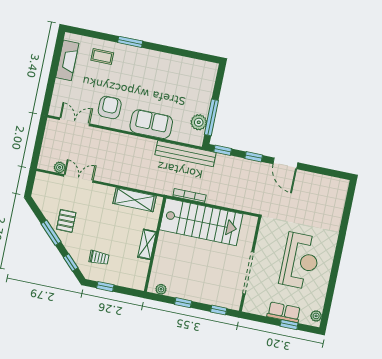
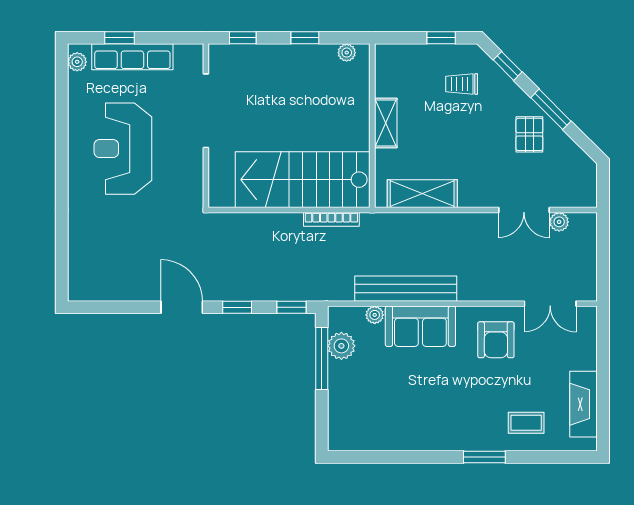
plant: (176, 136) -> (375, 315), added
bench: (185, 154) -> (406, 289), moved
row of seats: (284, 312) -> (132, 57), width x1.48

